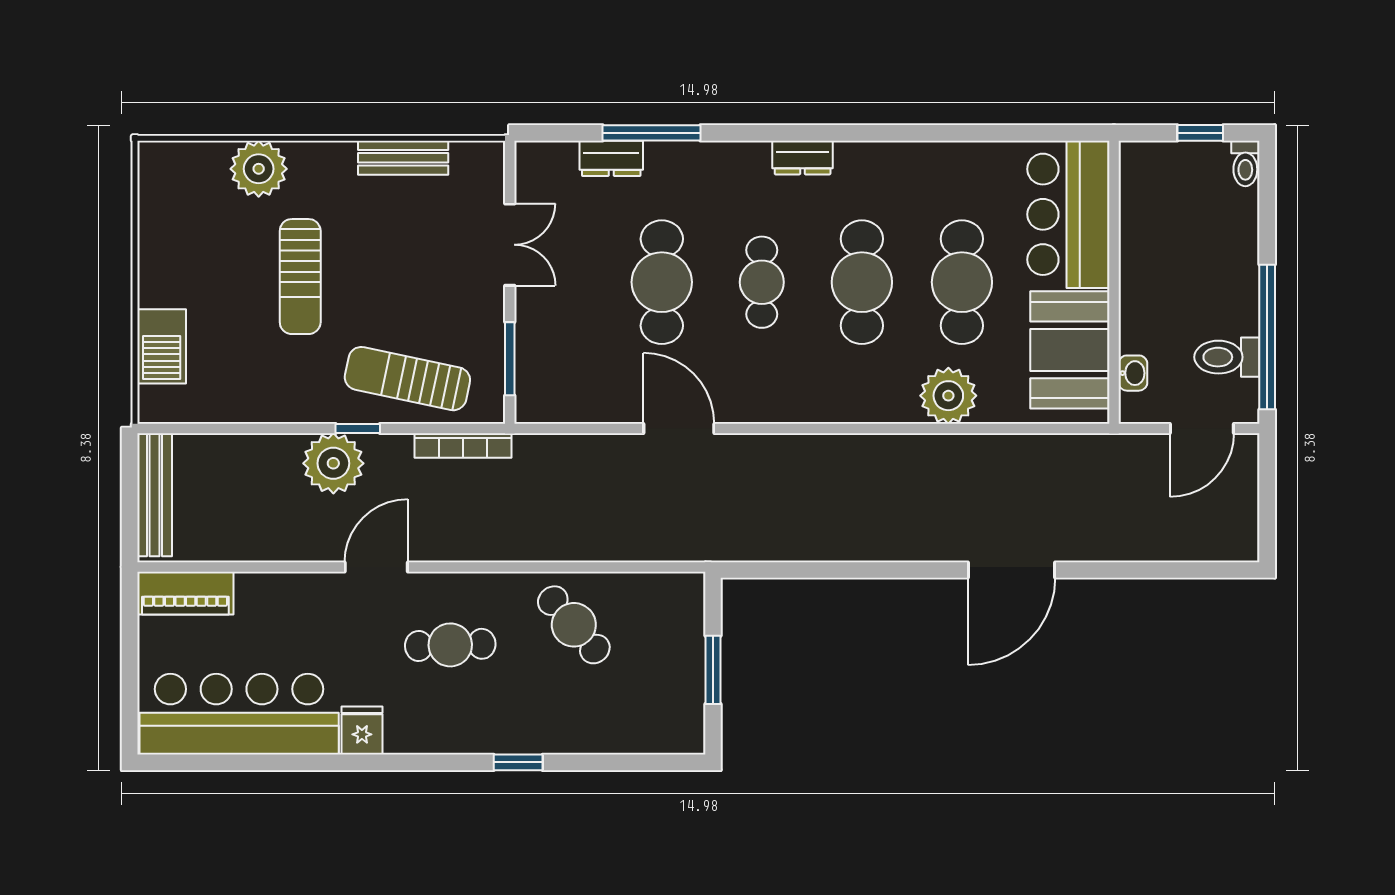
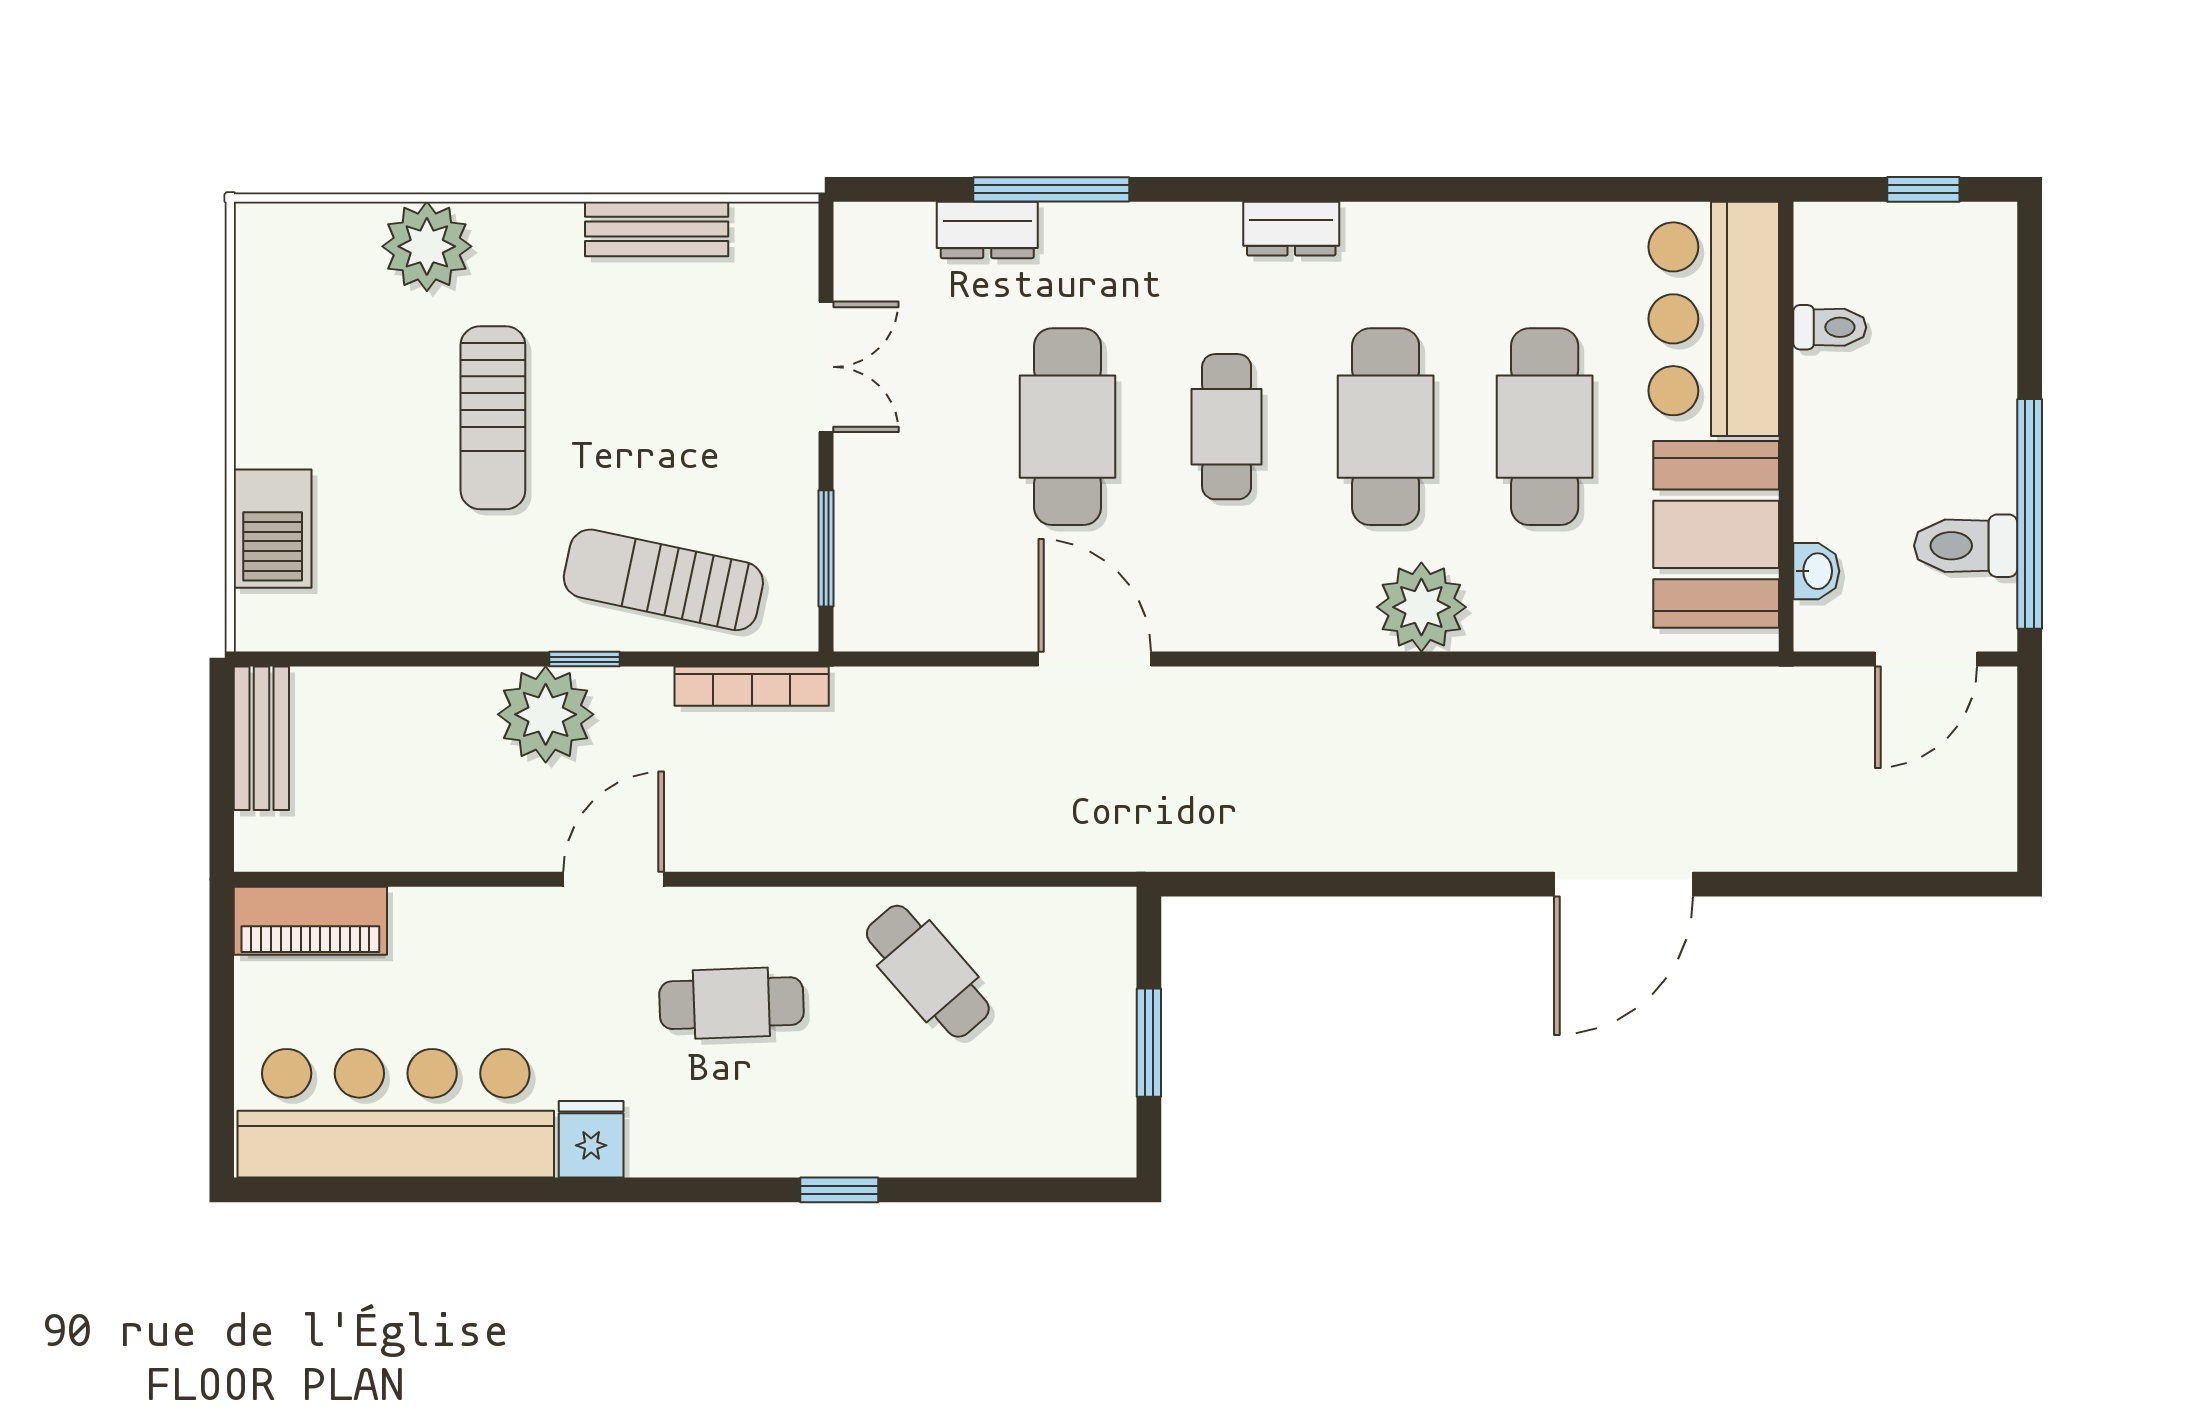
toilet: (1245, 163) -> (1830, 327), moved, turned -90
plant: (948, 396) -> (1421, 607), moved
bench: (155, 495) -> (261, 738), width x0.73

